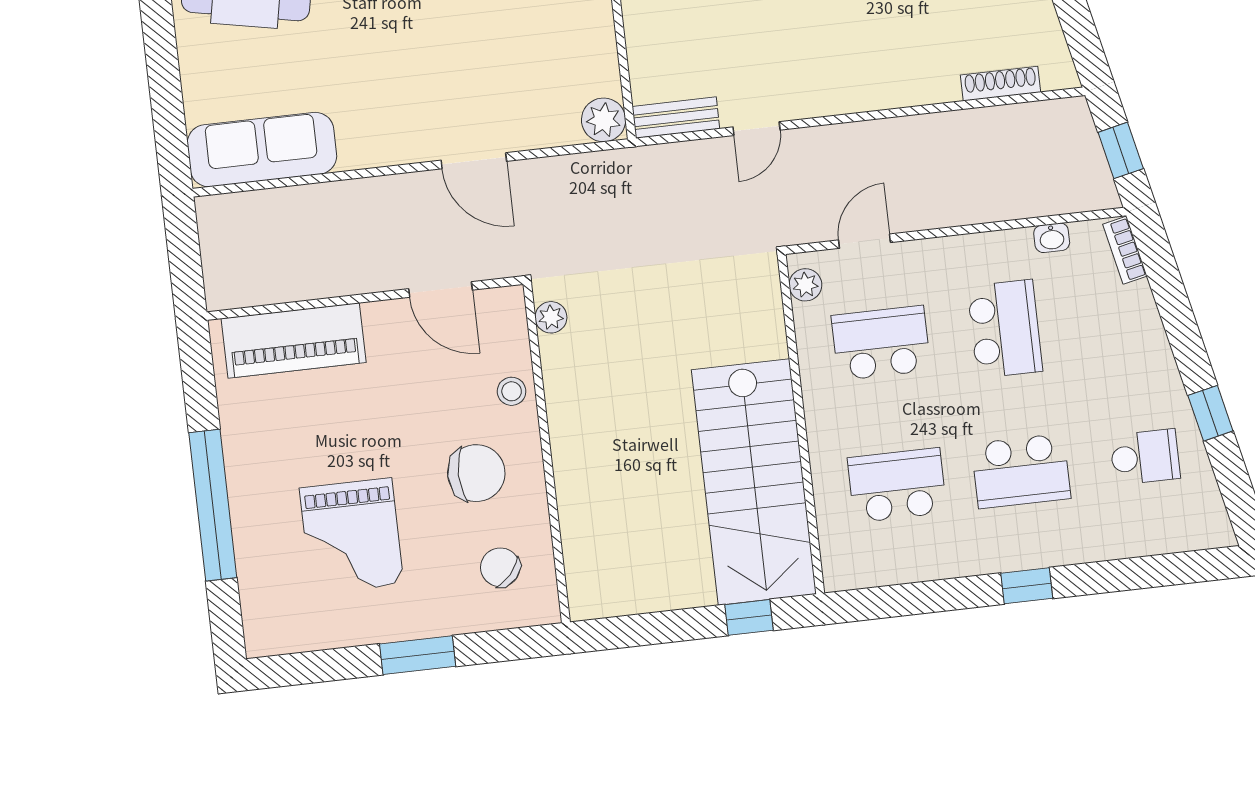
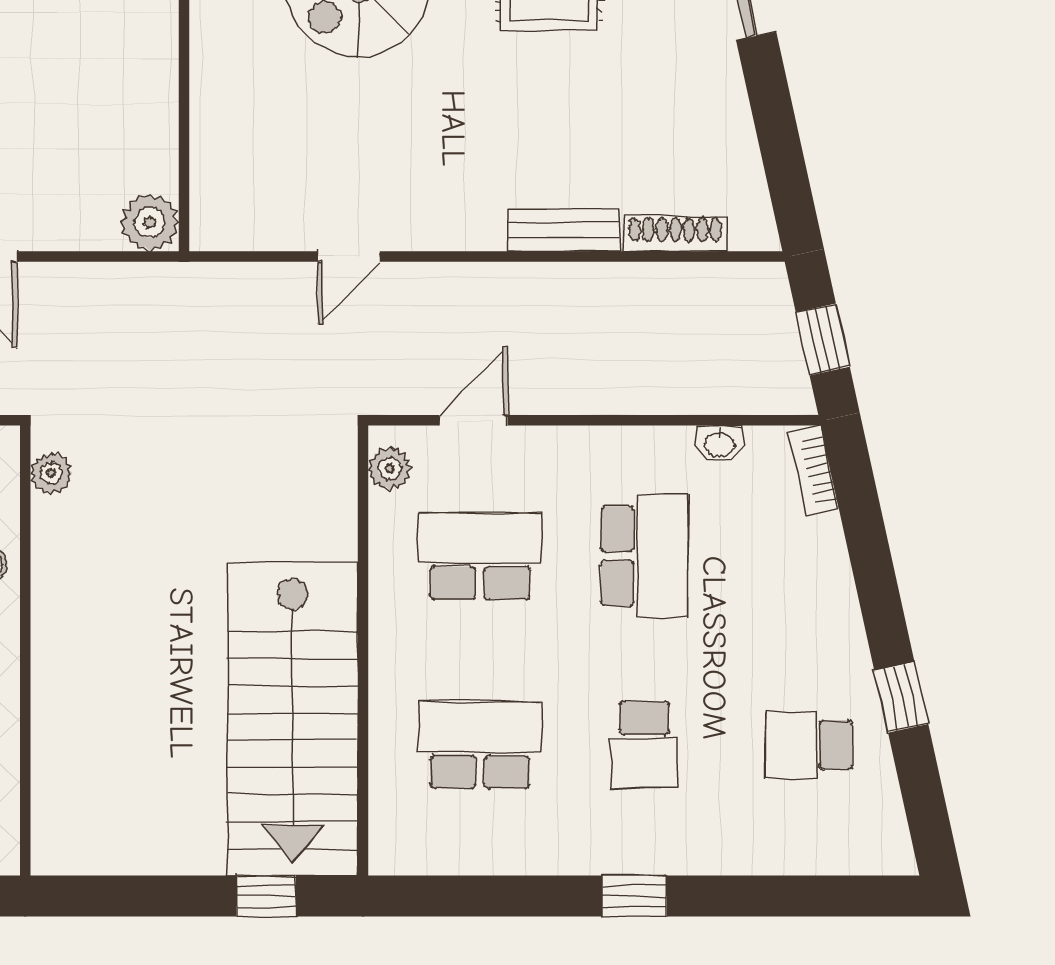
bench: (676, 118) -> (564, 230), moved
school desk: (1145, 457) -> (809, 745), turned 180
school desk: (1021, 471) -> (644, 745), width x0.54

